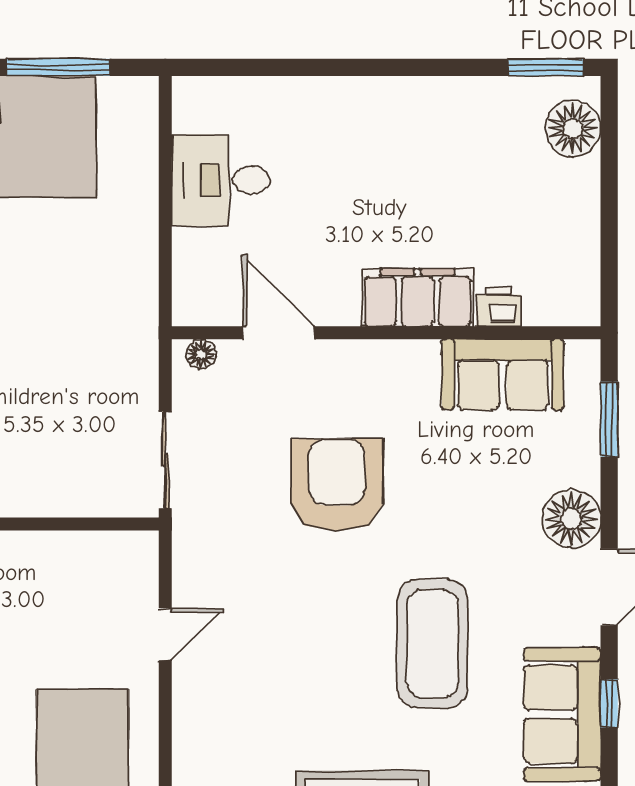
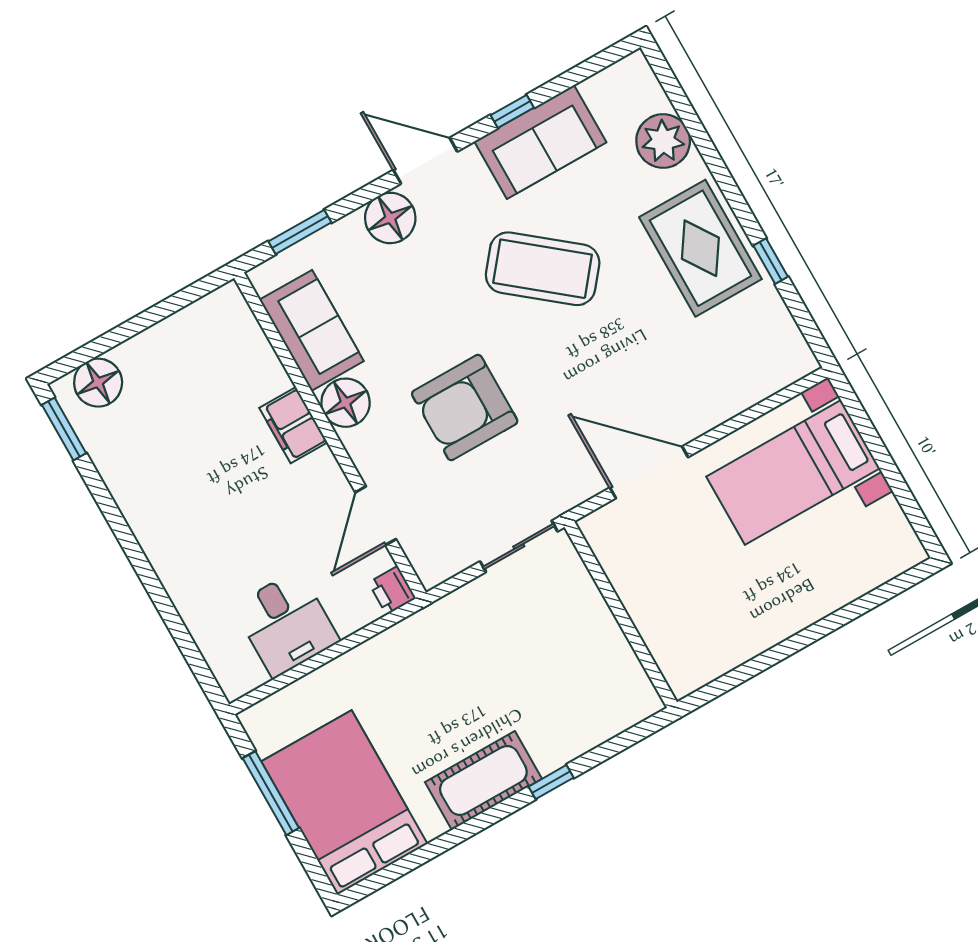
filing cabinet: (417, 298) -> (293, 425), width x0.67, depth x0.86
printer: (499, 307) -> (392, 590), moved
floor lamp: (201, 354) -> (346, 403), moved, width x1.89, depth x1.89
door: (165, 634) -> (649, 472), width x1.88
coffee table: (432, 644) -> (543, 269), turned 39

